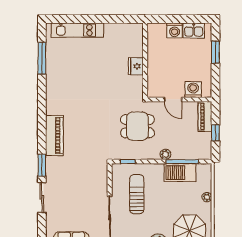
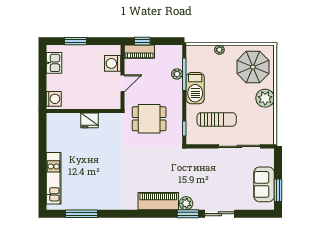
washing machine: (175, 30) -> (54, 99), moved
dining table: (137, 126) -> (149, 119), turned 90
window: (215, 133) -> (142, 41), moved
plant: (165, 154) -> (177, 74), moved
plant: (52, 163) -> (186, 203), added
barbecue: (180, 173) -> (195, 88), moved
sun lounger: (137, 194) -> (217, 119), turned 180

